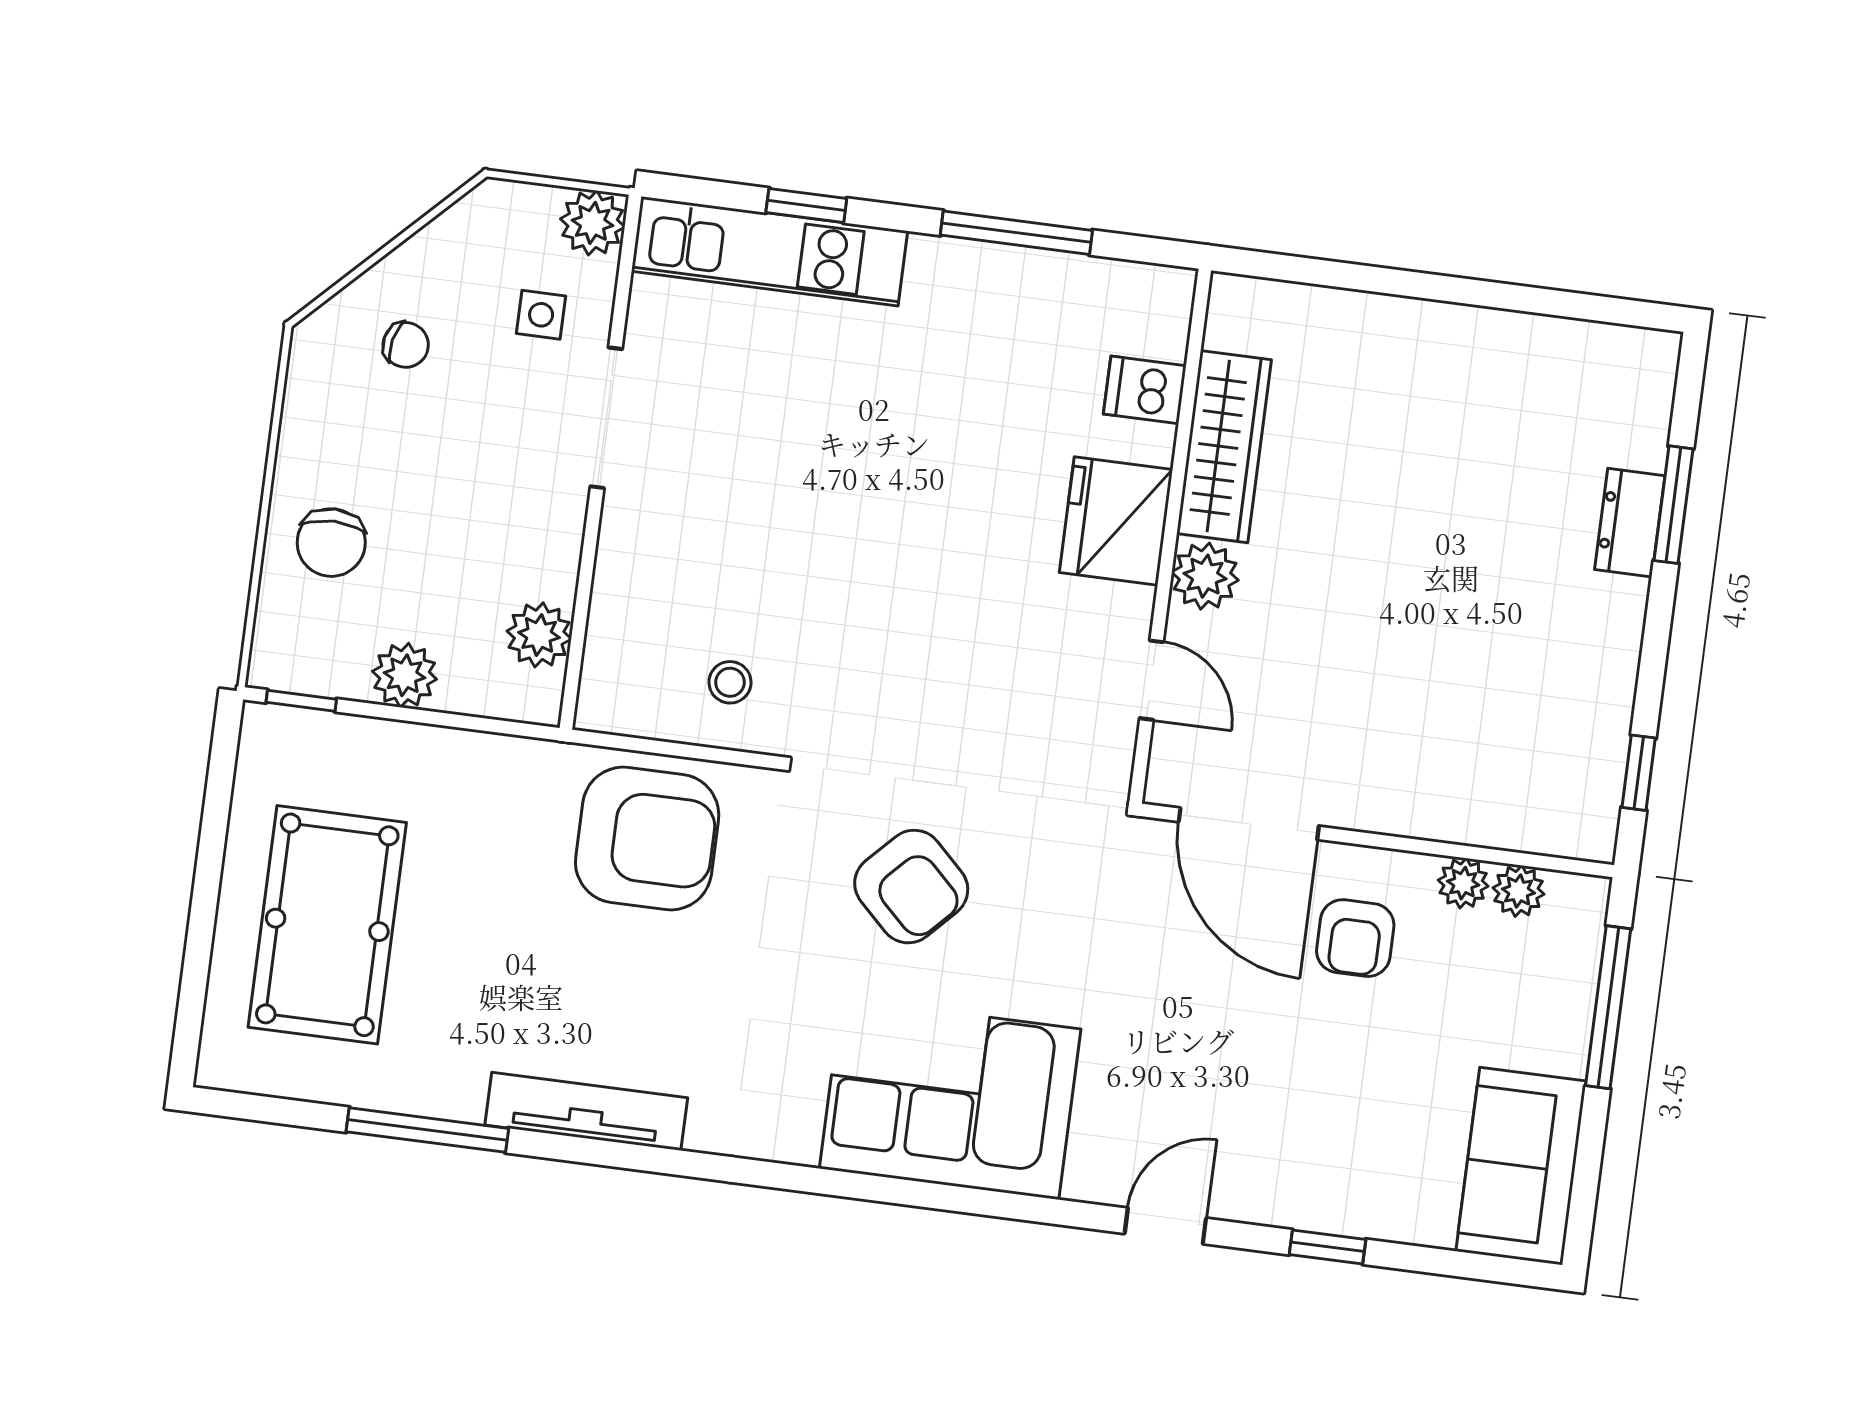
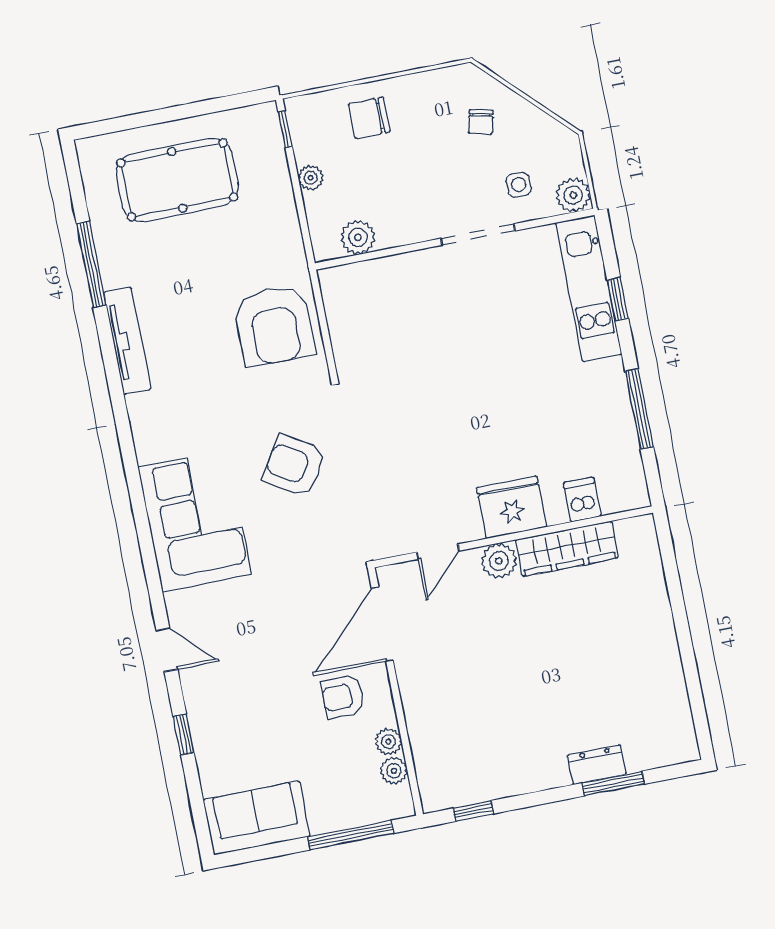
plant: (405, 675) -> (311, 178), width x0.73, depth x0.73
stool: (730, 682) -> (366, 341), removed
armchair: (911, 887) -> (294, 466), turned 78

